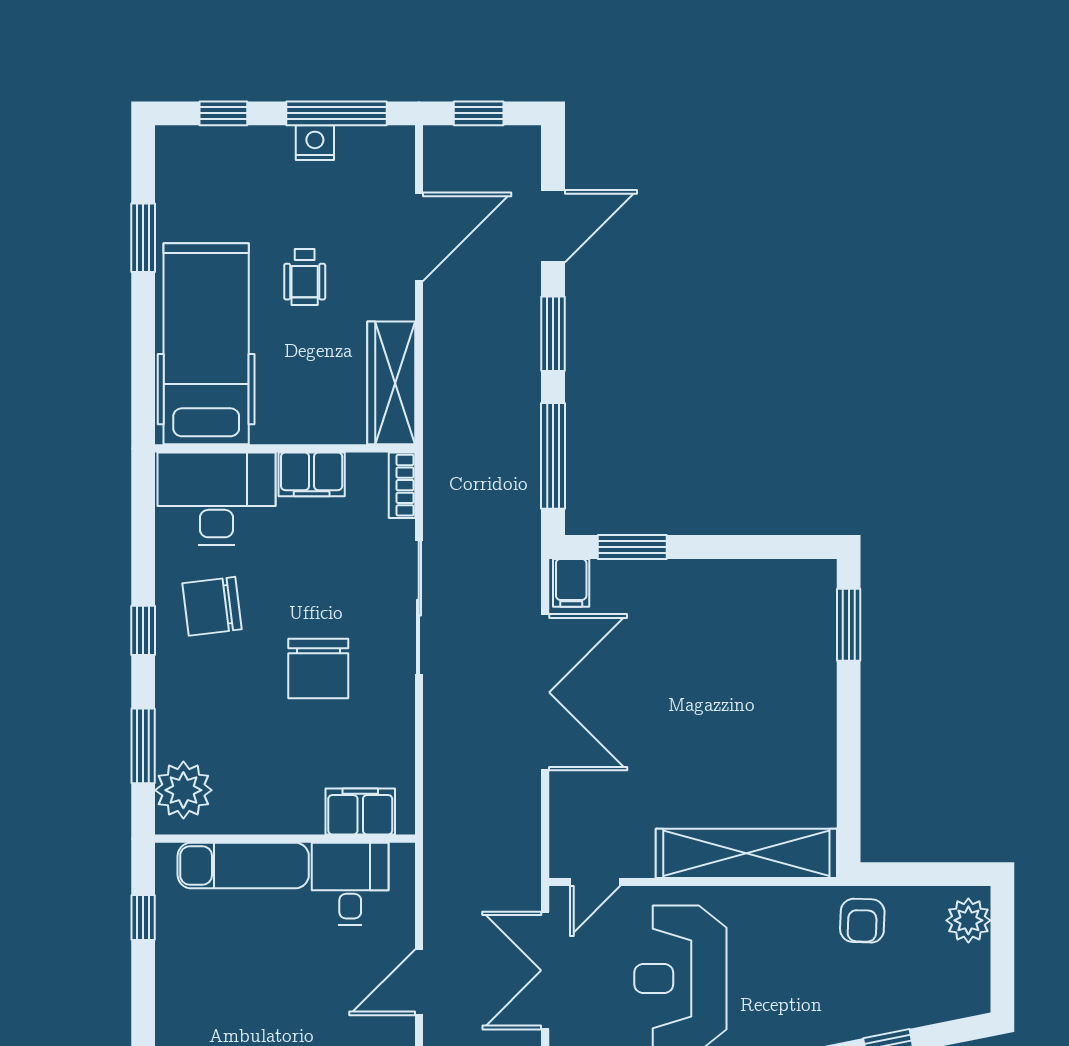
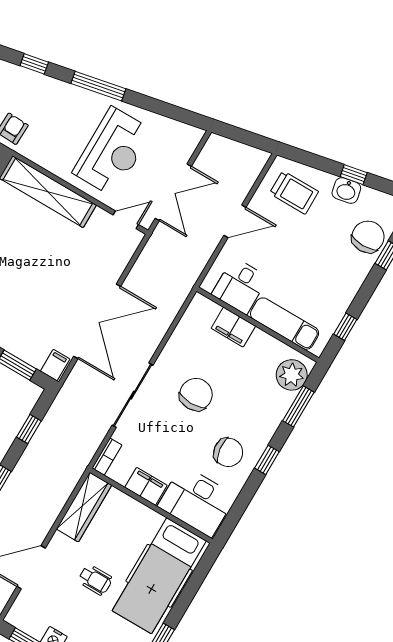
wheelchair: (305, 277) -> (95, 580), turned 90
window: (553, 456) -> (29, 429), width x0.46
double door: (545, 692) -> (97, 321), swing flipped
filing cabinet: (360, 812) -> (233, 327), moved

